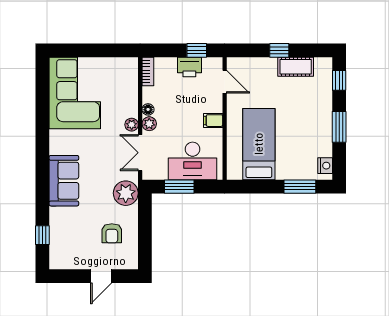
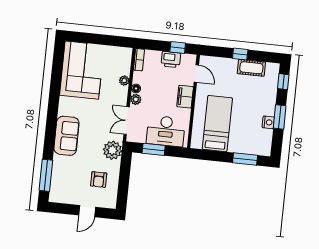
filing cabinet: (213, 121) -> (185, 97), width x2.00
plant: (132, 125) -> (124, 81), moved
nightstand: (325, 166) -> (268, 122), moved
window: (42, 235) -> (46, 175), width x2.17

